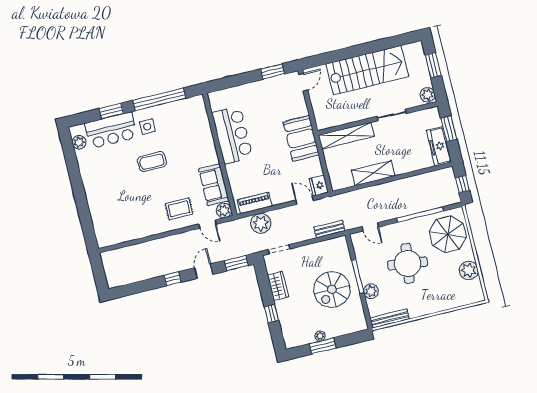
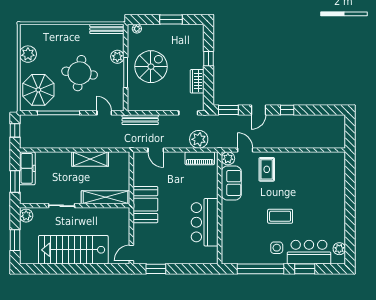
fridge: (319, 186) -> (140, 160), removed
rug: (179, 209) -> (267, 169), turned 90
bench: (329, 229) -> (140, 120), width x1.36
plant: (320, 336) -> (137, 29), moved

